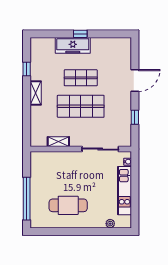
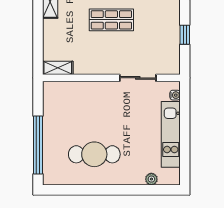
shop shelf: (81, 106) -> (111, 20), width x0.70, depth x0.74
shelving: (58, 142) -> (58, 68), moved
sliding door: (100, 149) -> (138, 78), width x0.73

